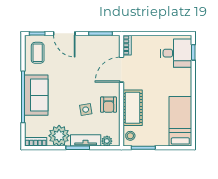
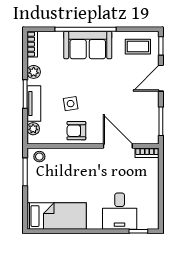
desk: (176, 53) -> (120, 211), moved
cot: (133, 108) -> (73, 159), removed
plant: (59, 136) -> (34, 72), width x0.53, depth x0.53

